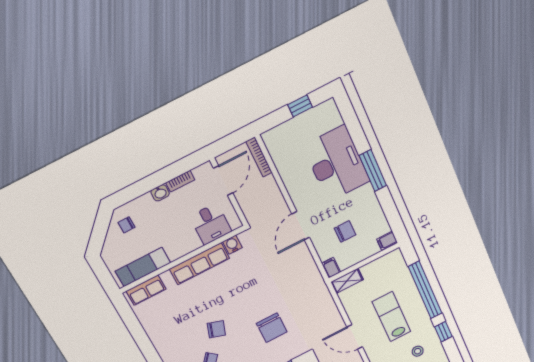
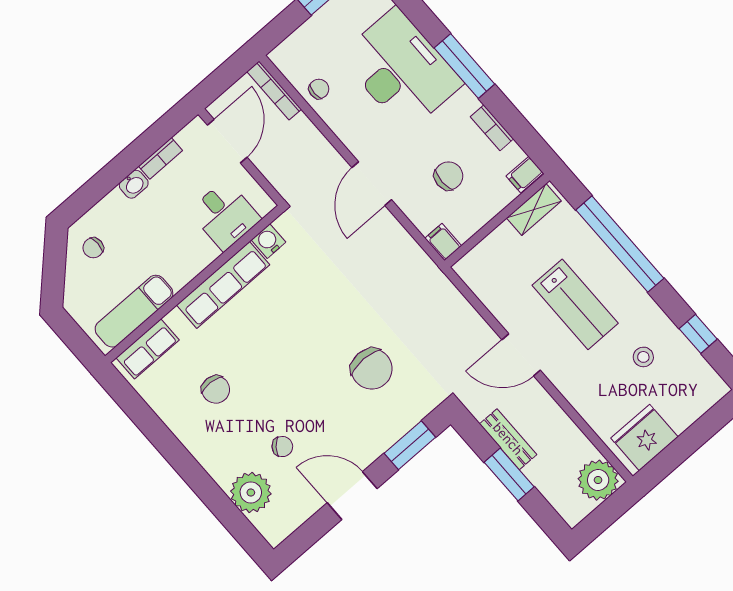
chair: (286, 163) -> (319, 89), added
bookcase: (377, 210) -> (492, 128), added
shelving: (347, 281) -> (534, 210), moved
lab bench: (391, 317) -> (575, 304), turned 180
chair: (216, 329) -> (216, 389), moved, turned 75
window: (443, 332) -> (698, 334), moved

